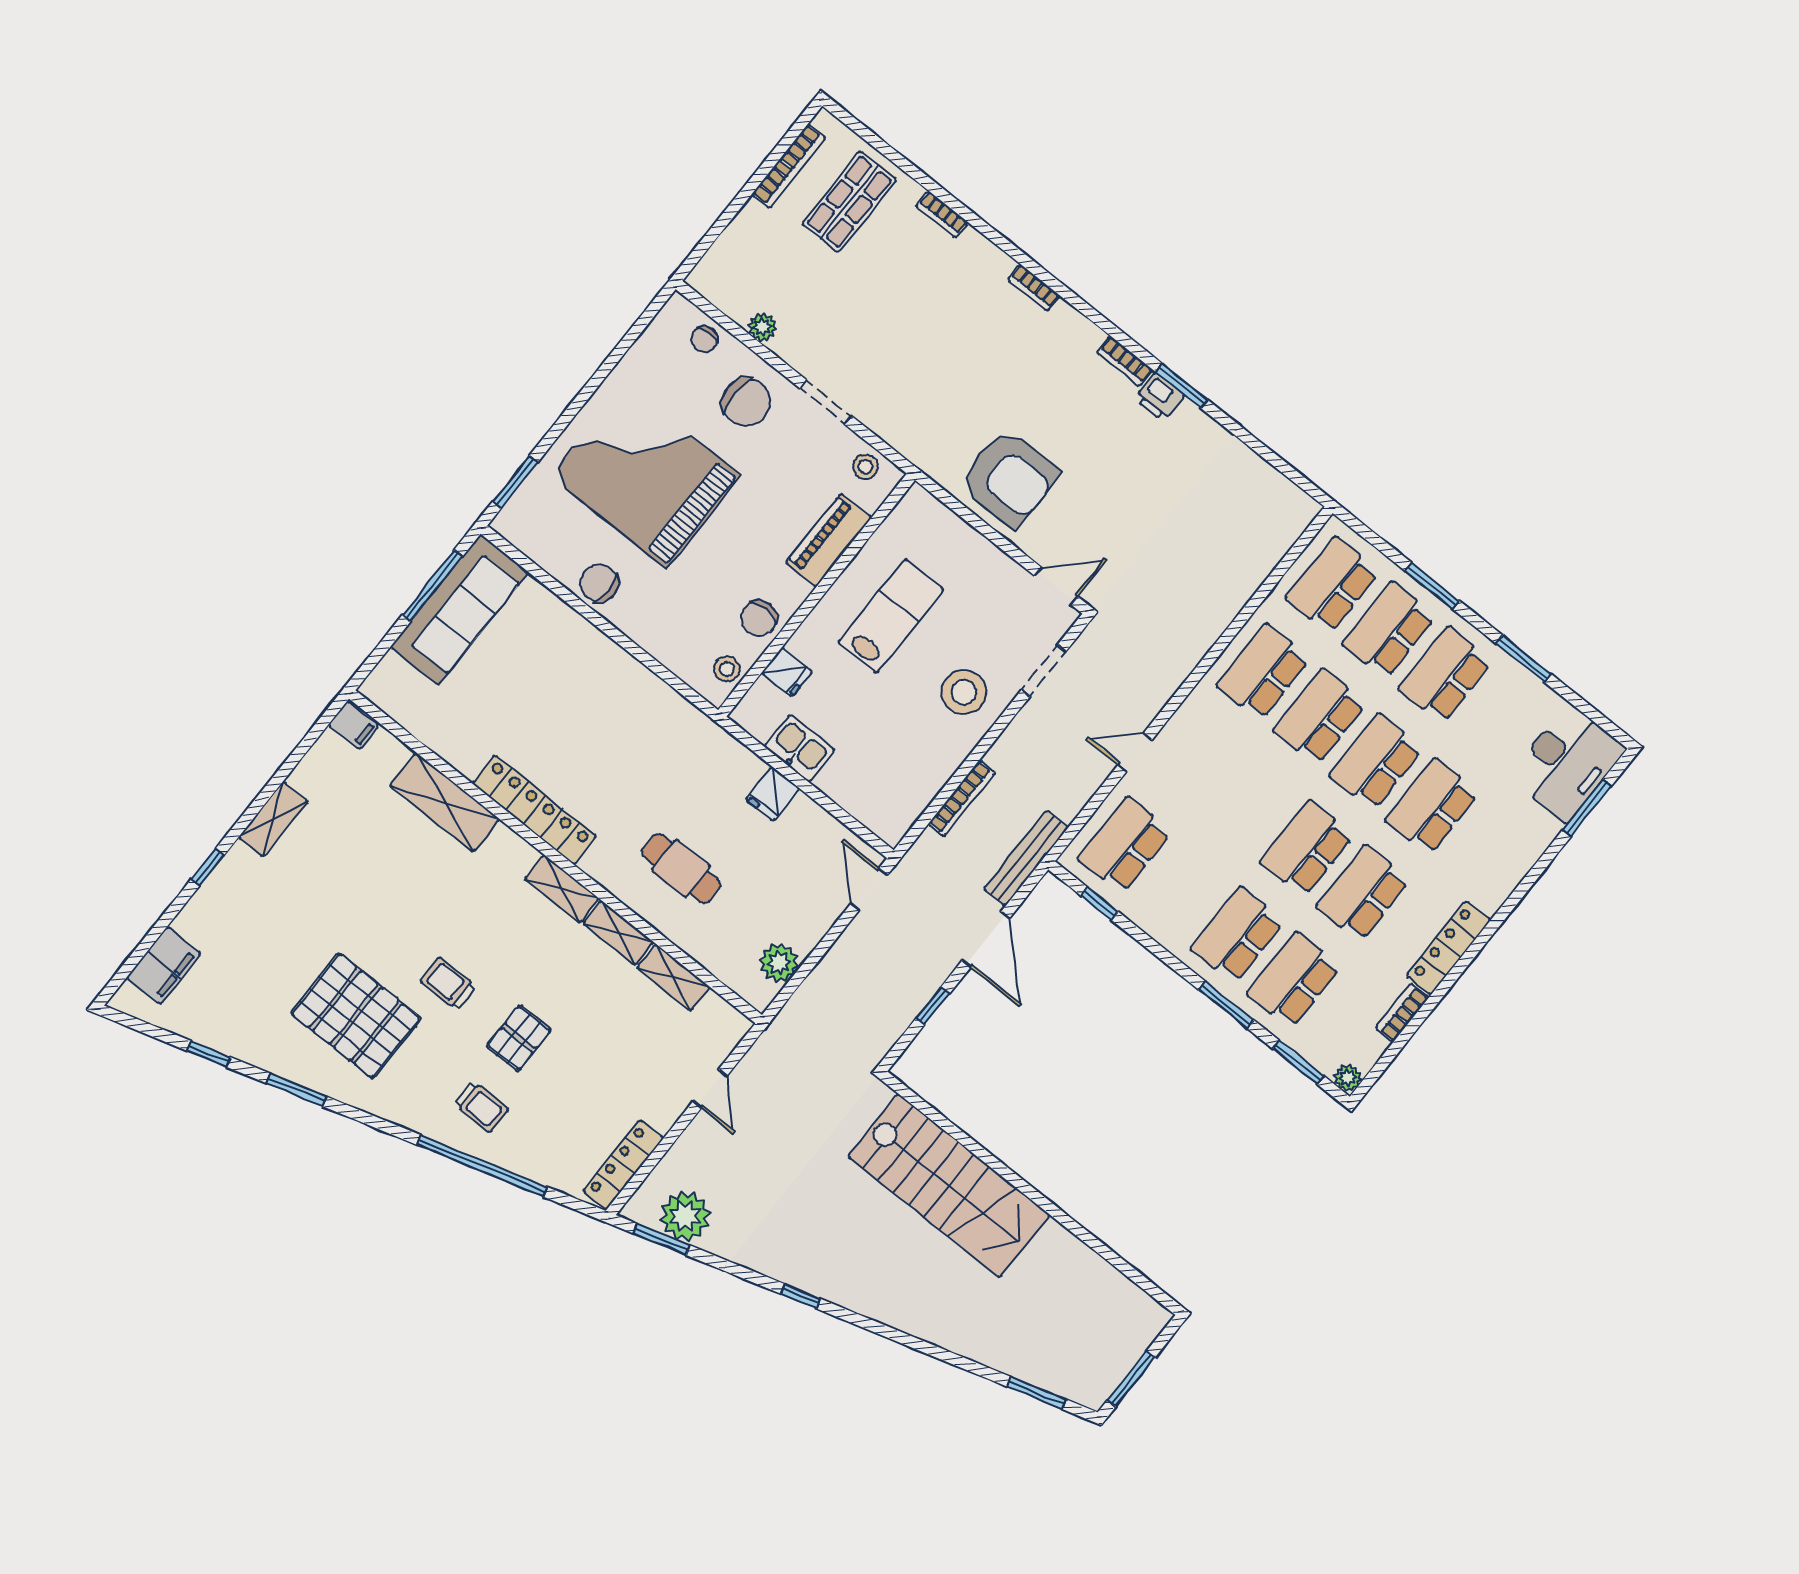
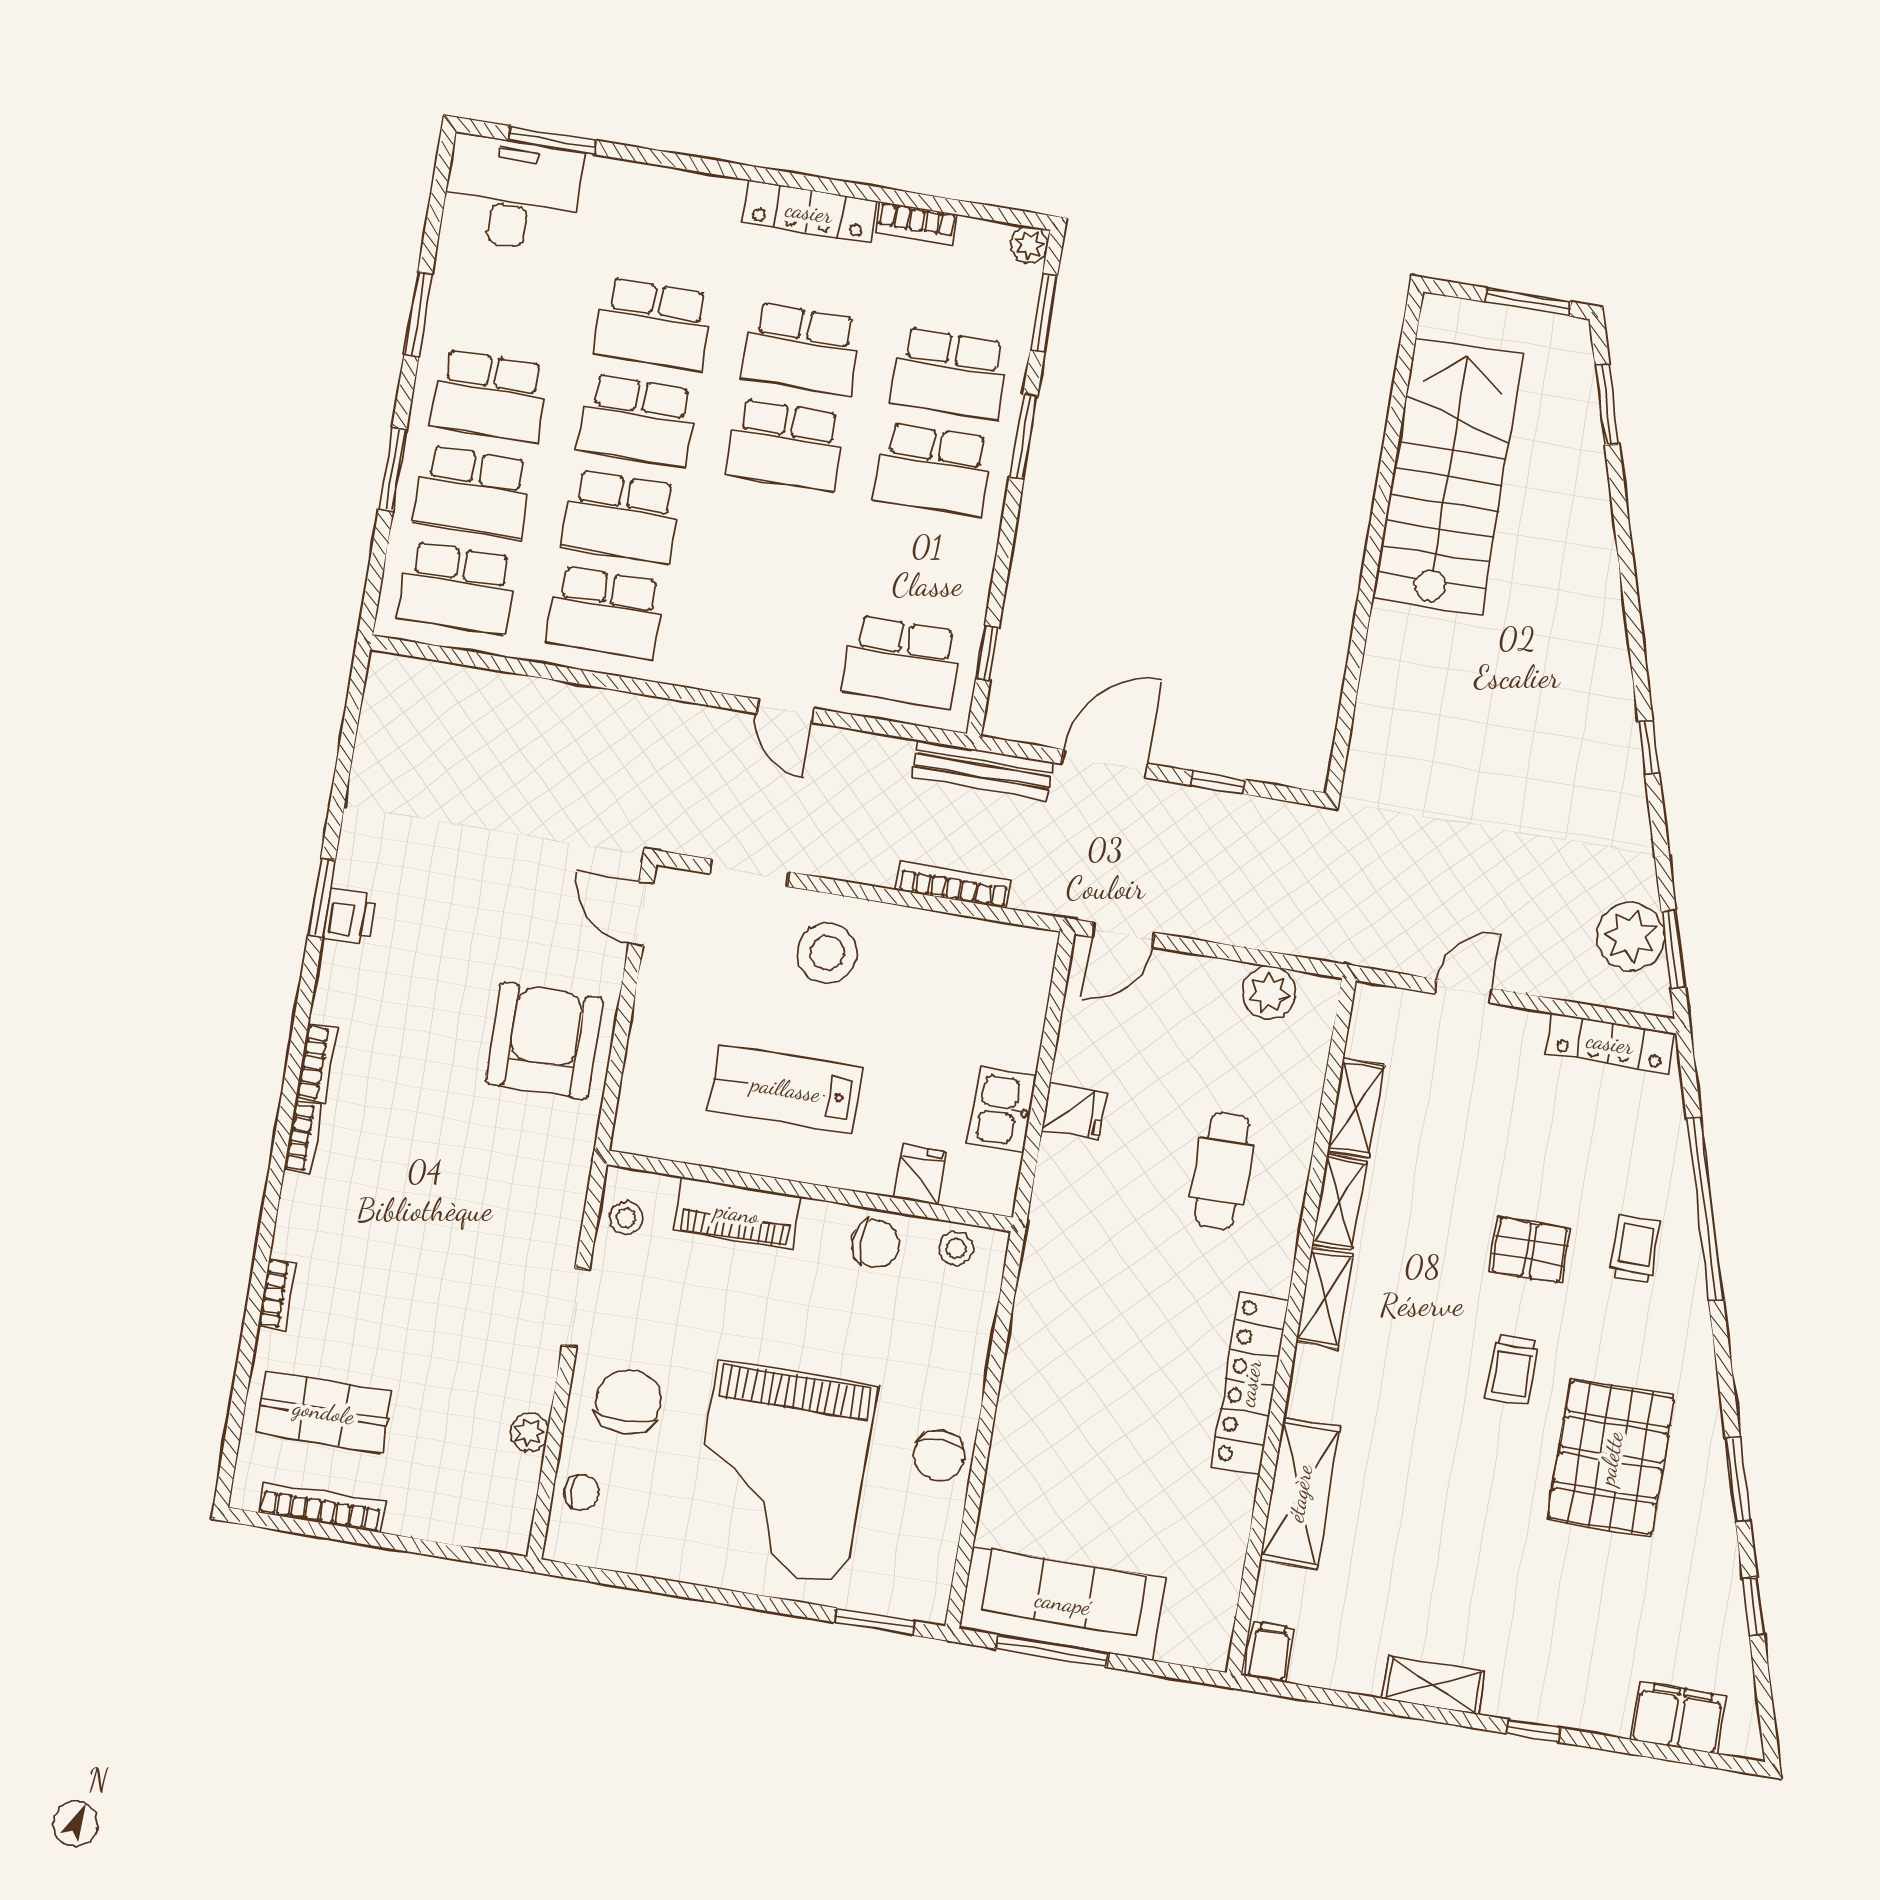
bookcase: (1125, 361) -> (317, 1063), moved
stairs: (949, 1186) -> (1448, 476), moved

